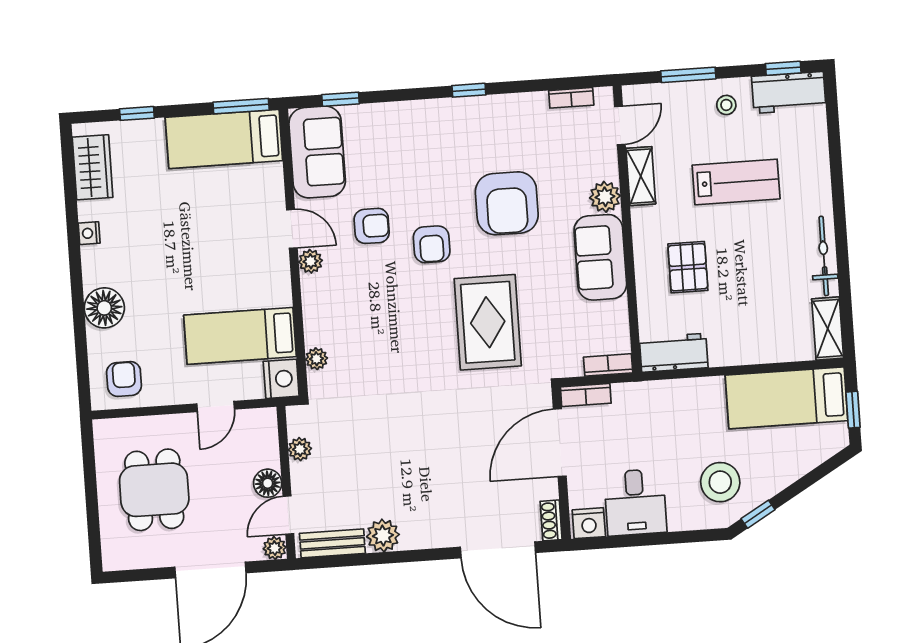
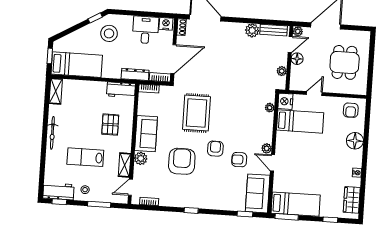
bicycle: (824, 256) -> (52, 133), moved
dresser: (645, 394) -> (135, 74), added

